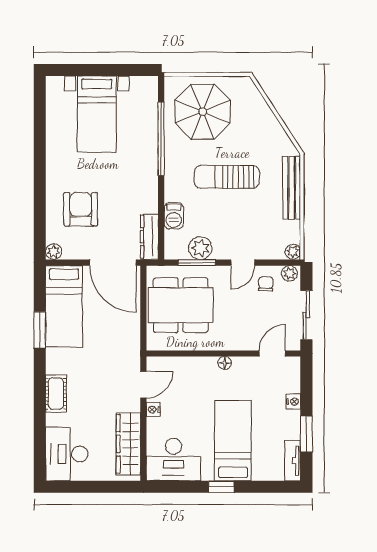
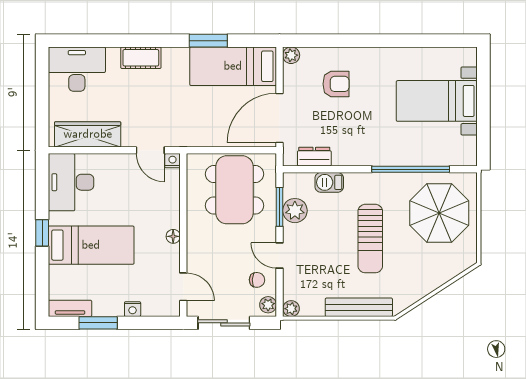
sun lounger: (227, 177) -> (370, 239), turned 180
armchair: (81, 209) -> (336, 84), width x0.72, depth x0.72
dresser: (149, 237) -> (314, 157), width x0.70
nightstand: (153, 410) -> (173, 161), moved

